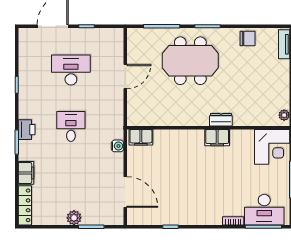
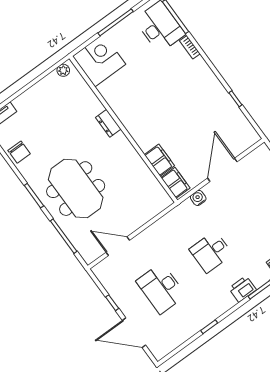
chair: (248, 39) -> (19, 152), turned 180
door: (125, 77) -> (118, 246), moved
filing cabinet: (217, 138) -> (159, 160), moved
door: (125, 192) -> (222, 170), moved

